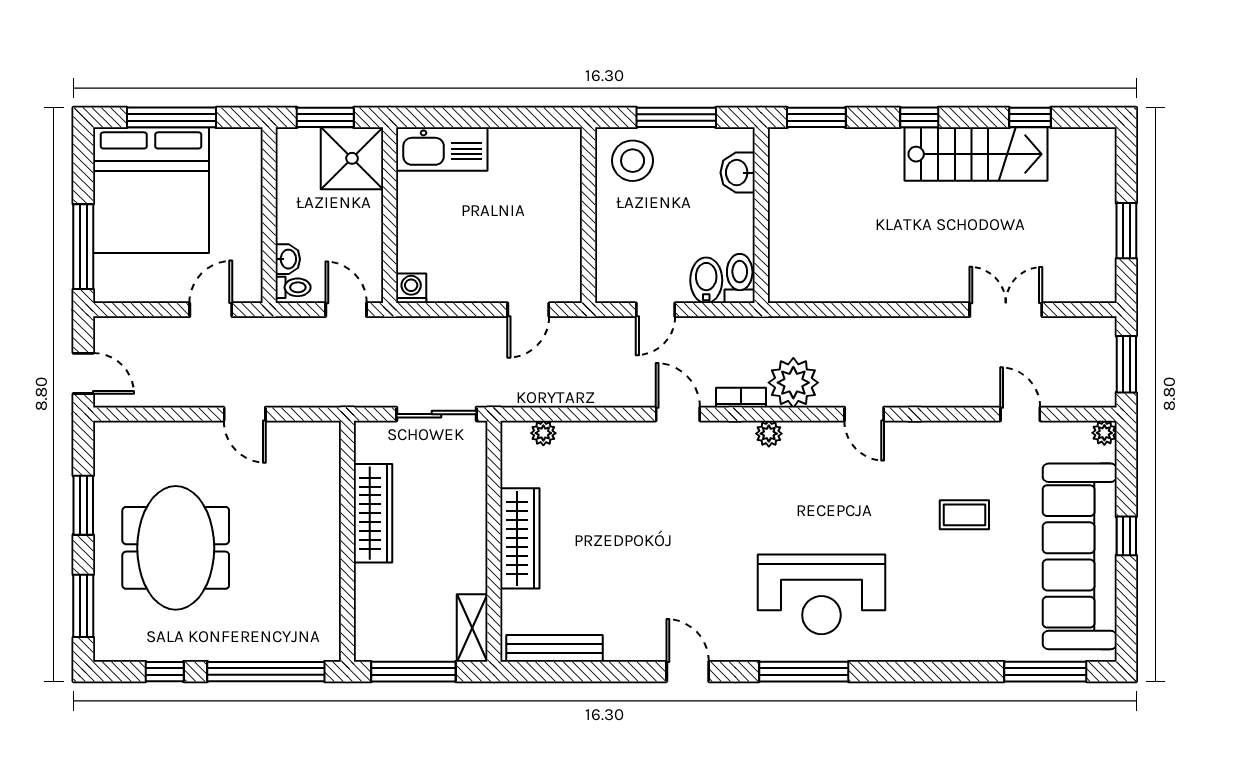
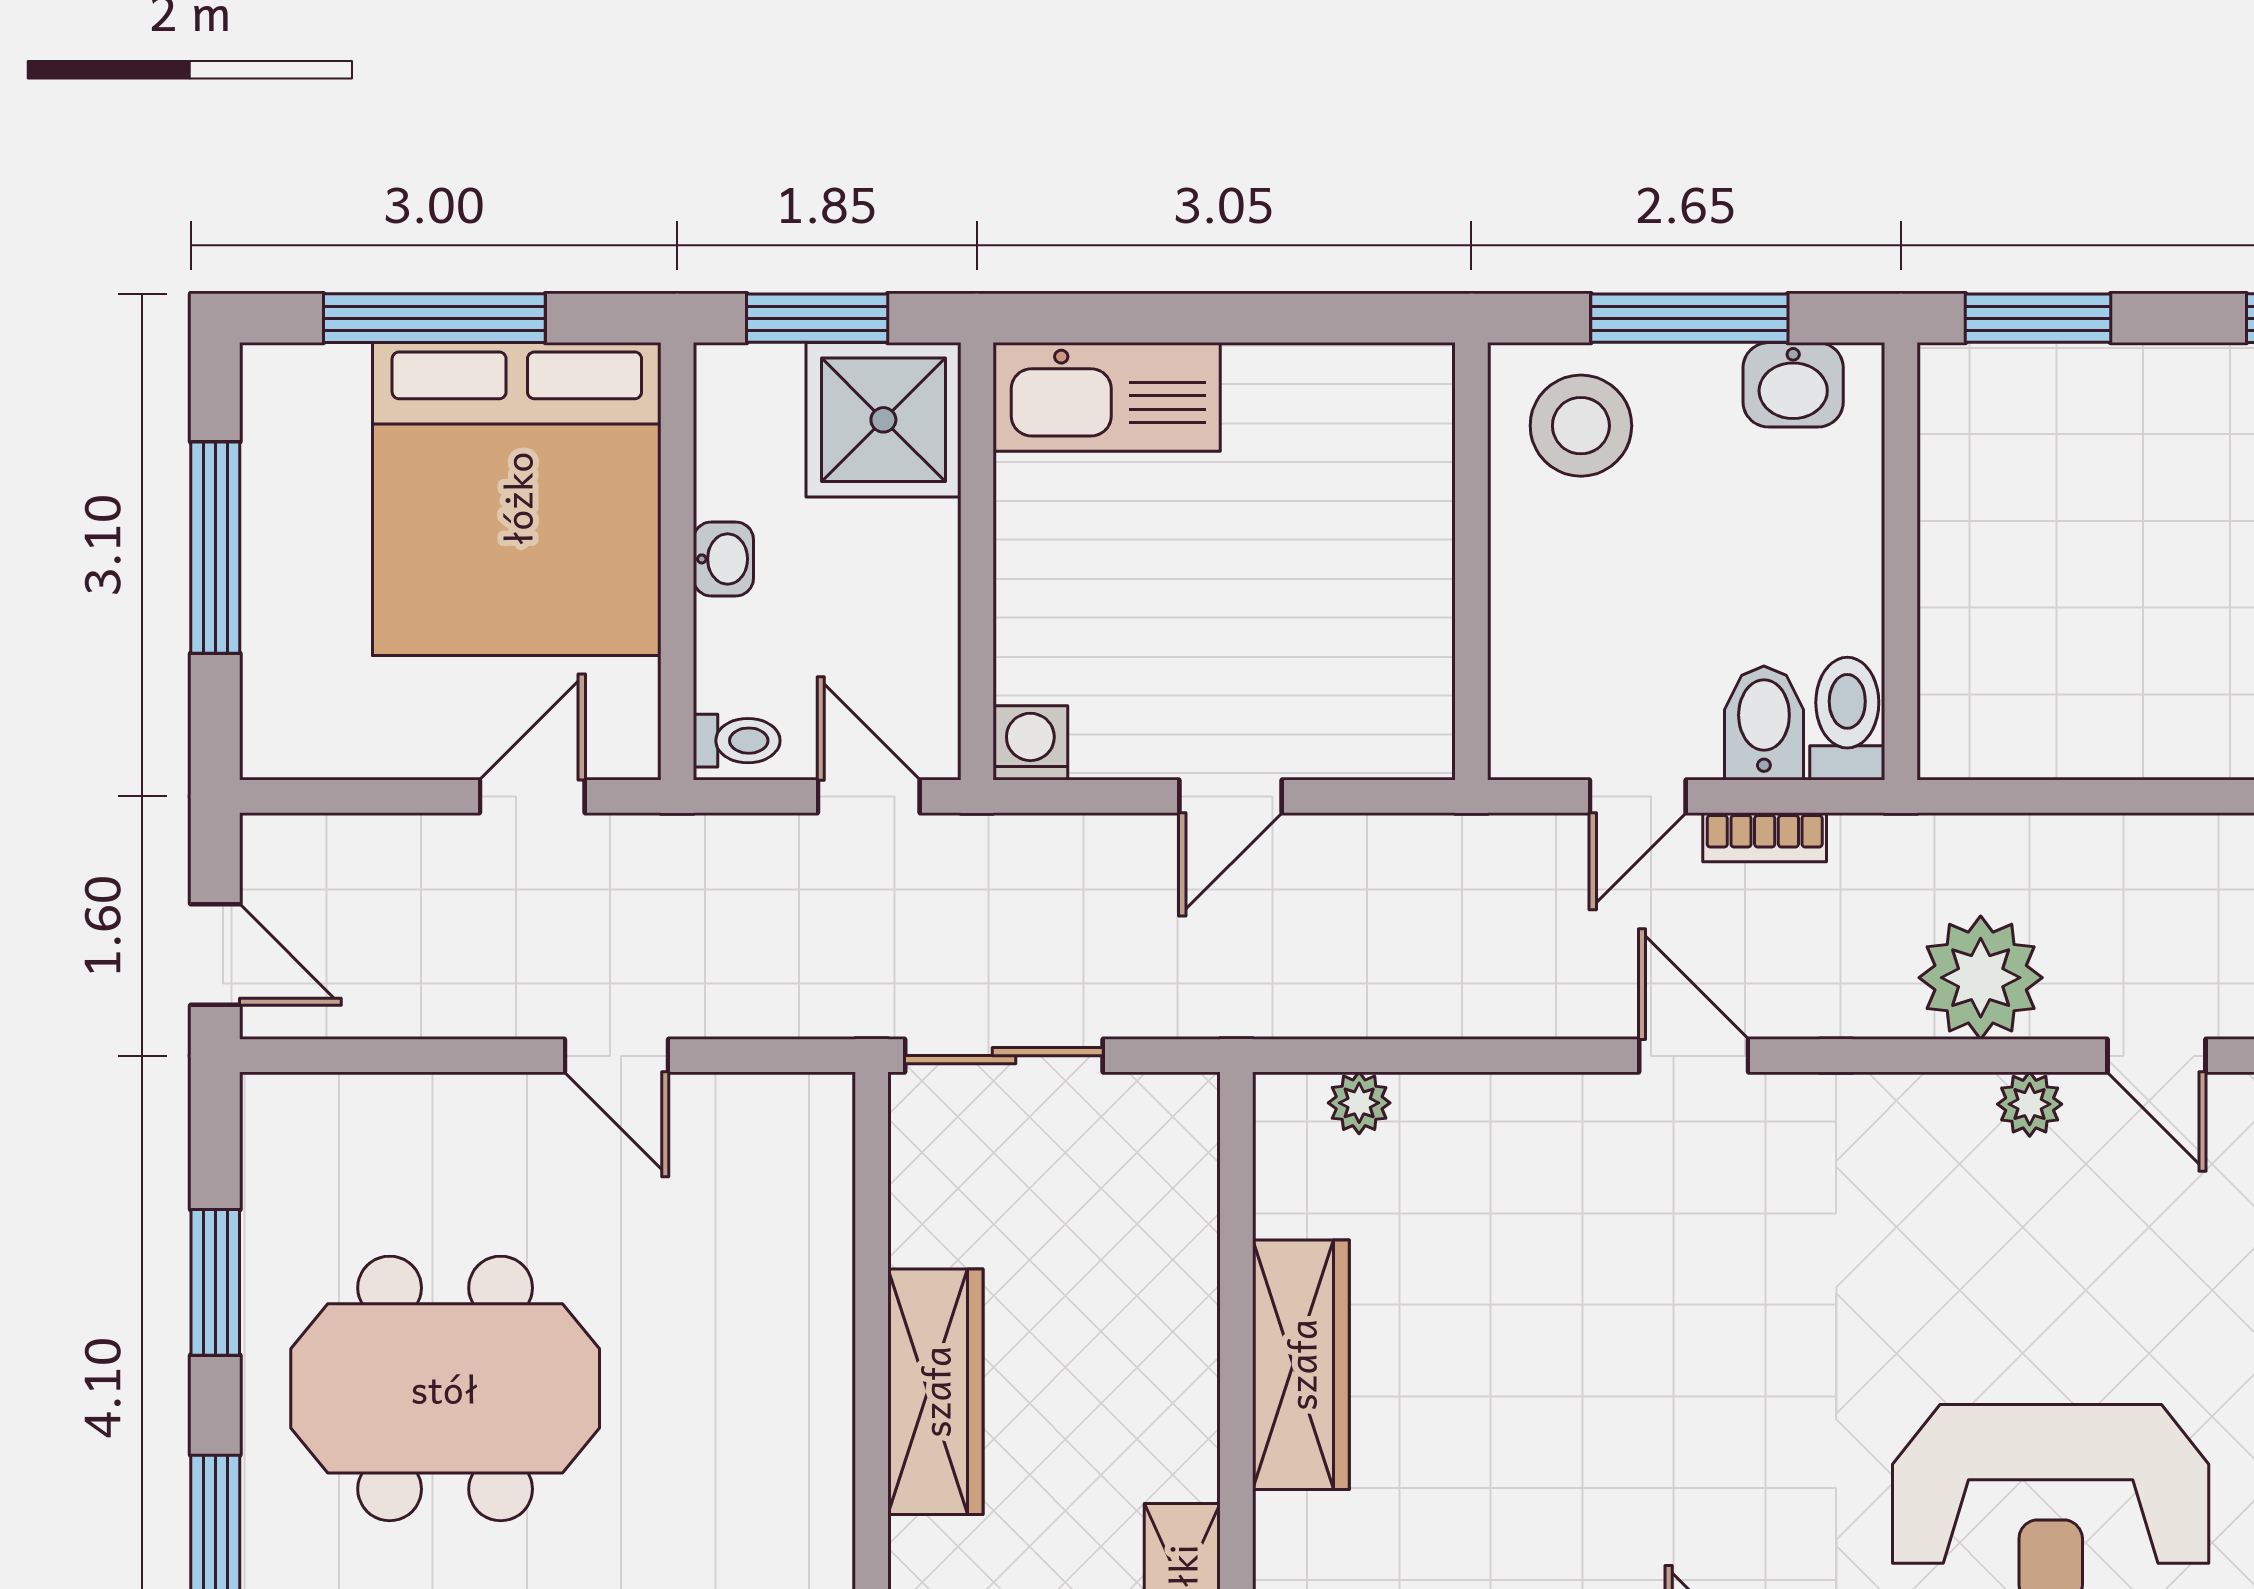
washbasin: (738, 173) -> (1793, 385), moved, turned -90
bed: (151, 190) -> (517, 499), moved
window: (83, 247) -> (215, 548), moved
washbasin: (288, 259) -> (723, 559), moved
door: (528, 310) -> (1230, 796), moved
bookcase: (741, 398) -> (1765, 837), moved, turned 180
sliding door: (437, 414) -> (1004, 1056), moved
plant: (769, 434) -> (2030, 1104), moved
wardrobe: (373, 513) -> (935, 1392), moved
meeting table: (176, 548) -> (445, 1388), turned 90

